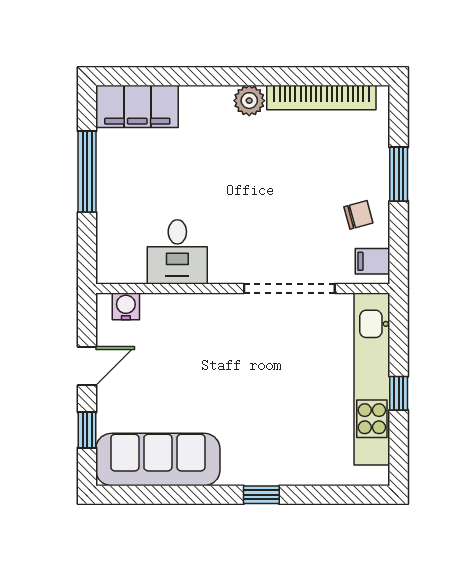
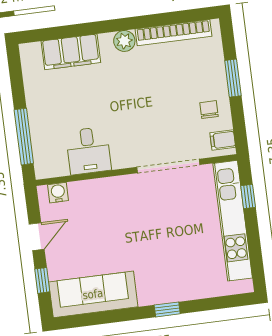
filing cabinet: (137, 106) -> (71, 52), moved
window: (87, 172) -> (24, 137), moved
chair: (358, 215) -> (209, 110), turned -75
window: (399, 393) -> (248, 196), moved

